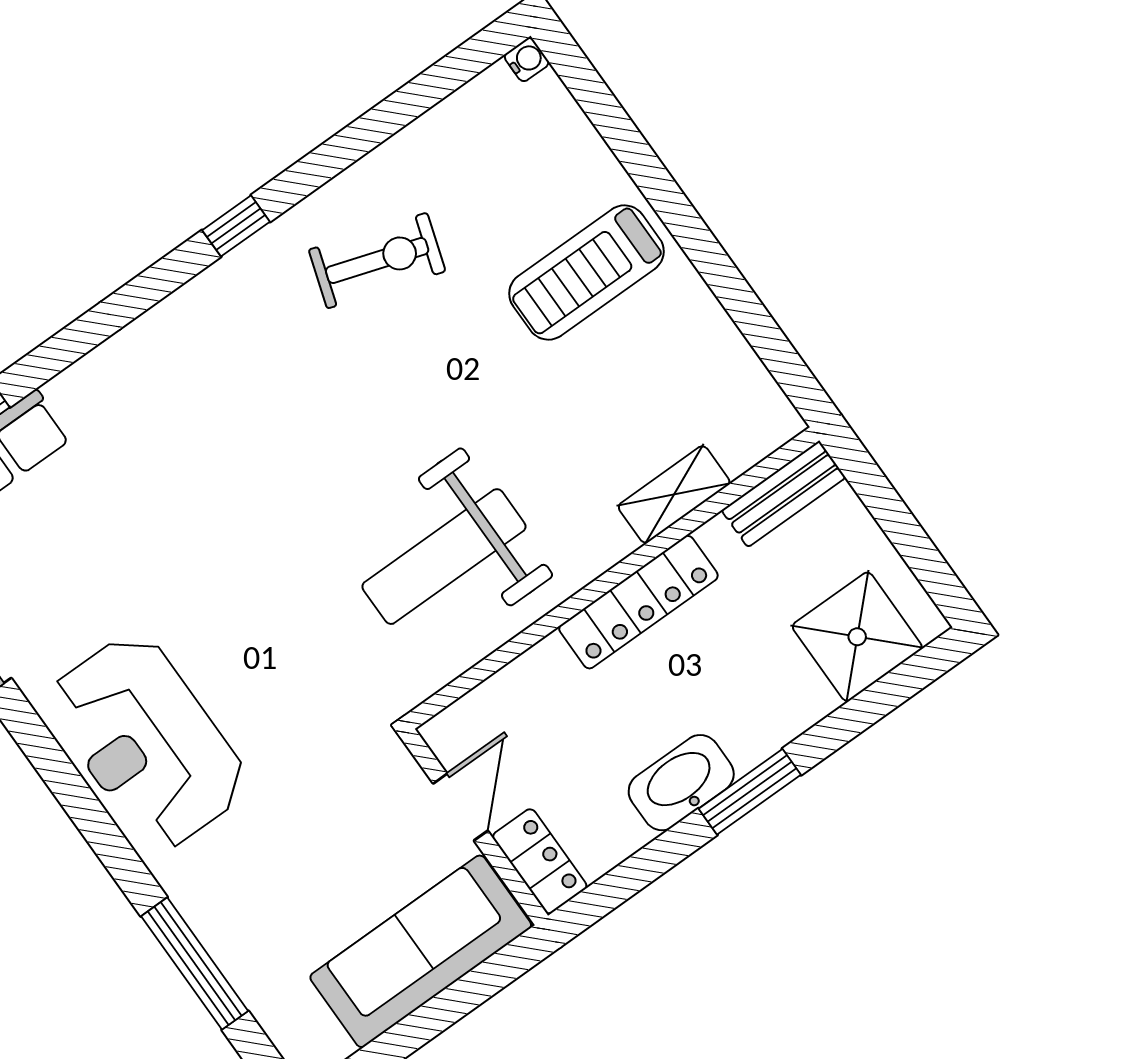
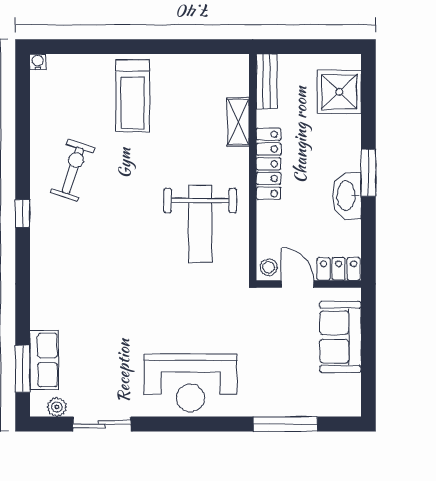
stool: (454, 734) -> (269, 267), added
sofa: (421, 951) -> (341, 337), width x0.73

